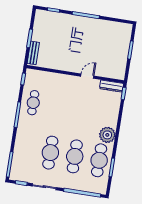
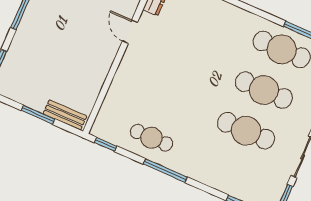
plant: (107, 135) -> (241, 24), removed

